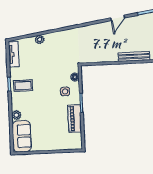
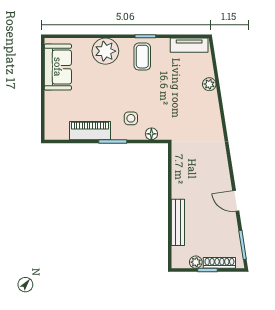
plant: (16, 115) -> (105, 51), width x1.88, depth x1.88
sofa: (22, 136) -> (58, 67), moved, turned -90

